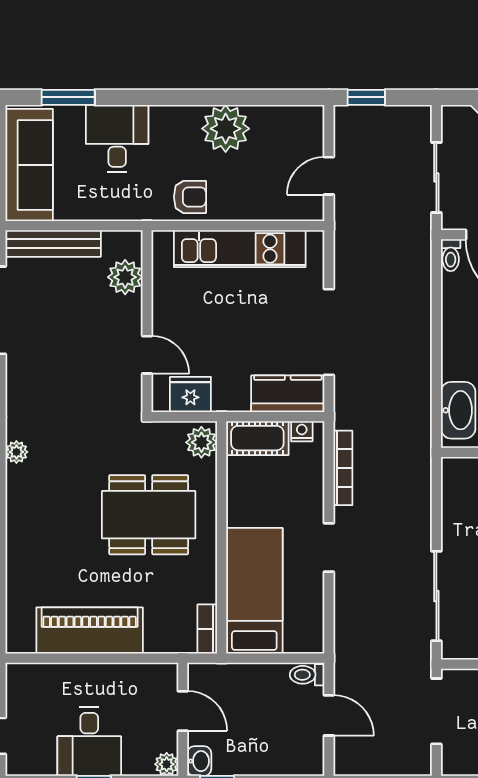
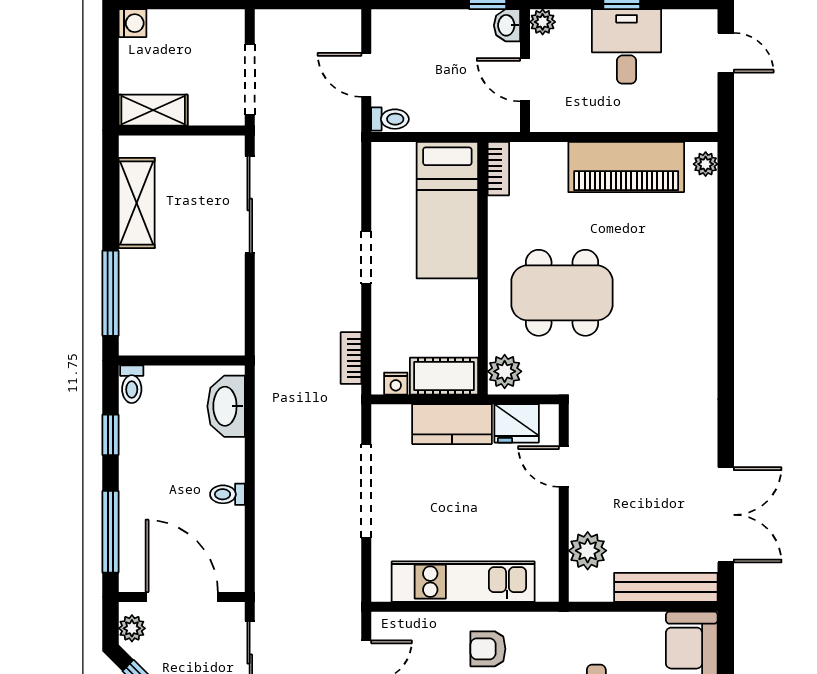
armchair: (190, 197) -> (488, 649), moved
toilet: (451, 255) -> (227, 494), moved, turned -90
kitchen counter: (288, 394) -> (452, 424), moved
plant: (16, 452) -> (706, 164), moved
bookcase: (343, 468) -> (351, 358), width x0.64

